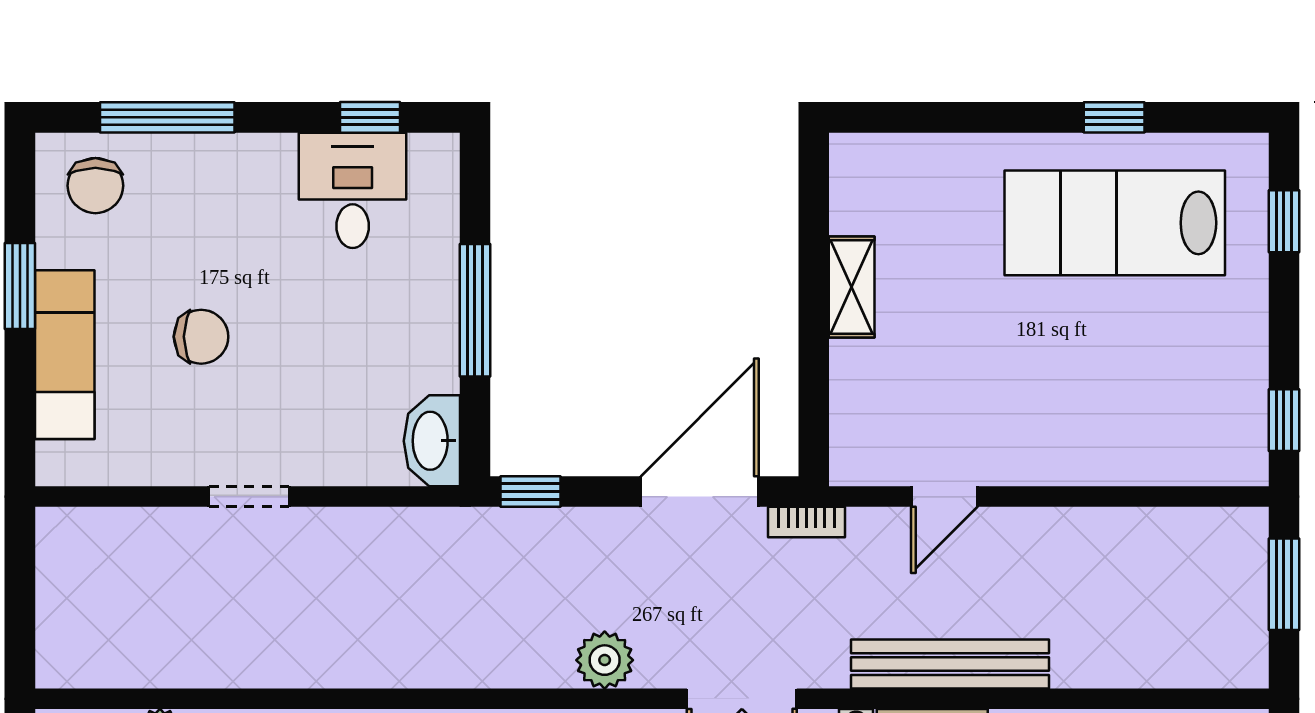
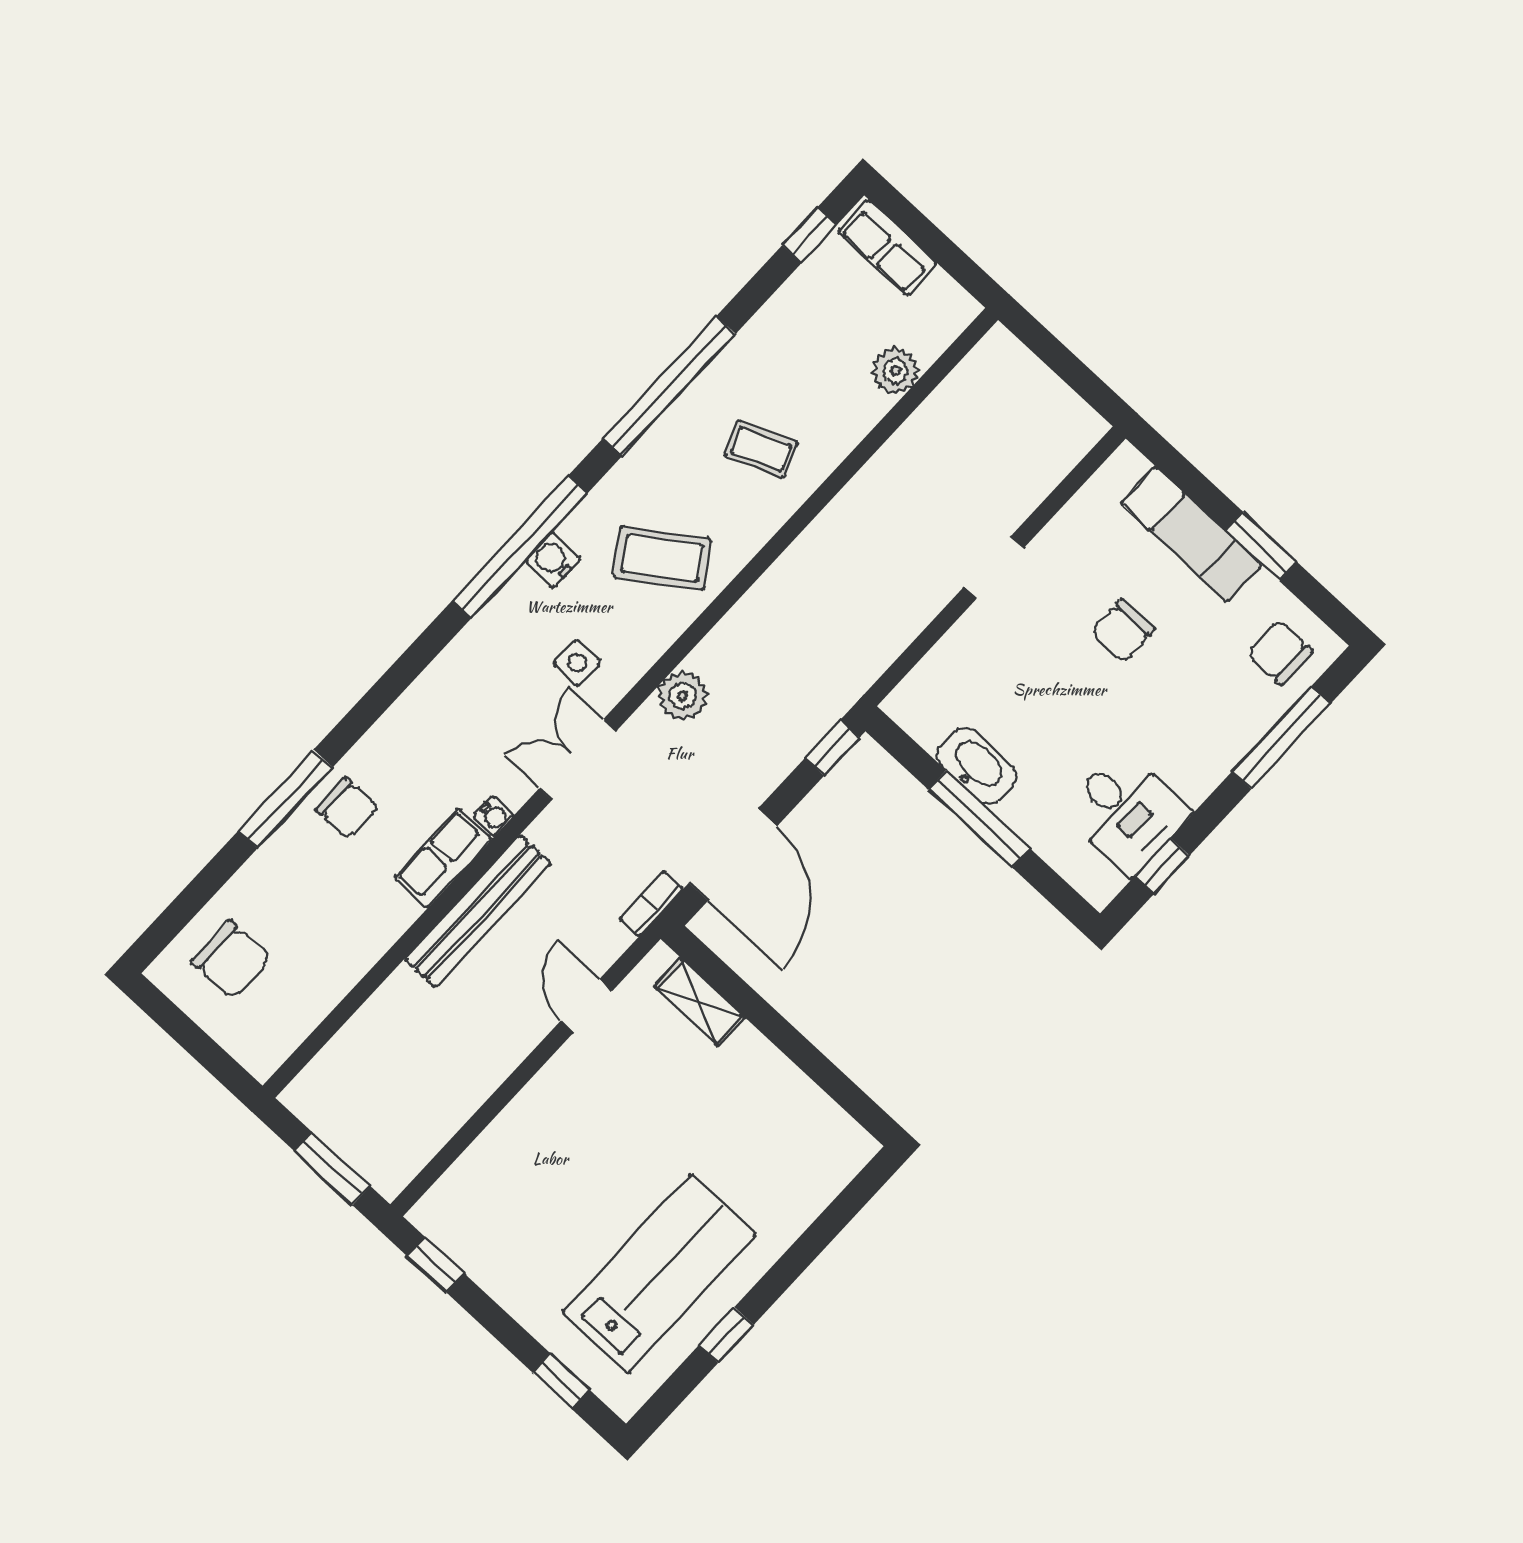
shelving: (852, 287) -> (699, 1002), moved
washbasin: (432, 441) -> (976, 766), moved

